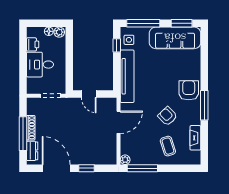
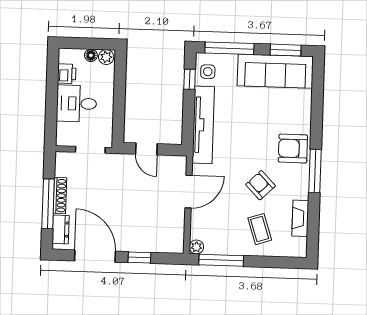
armchair: (189, 90) -> (293, 148), turned -90

